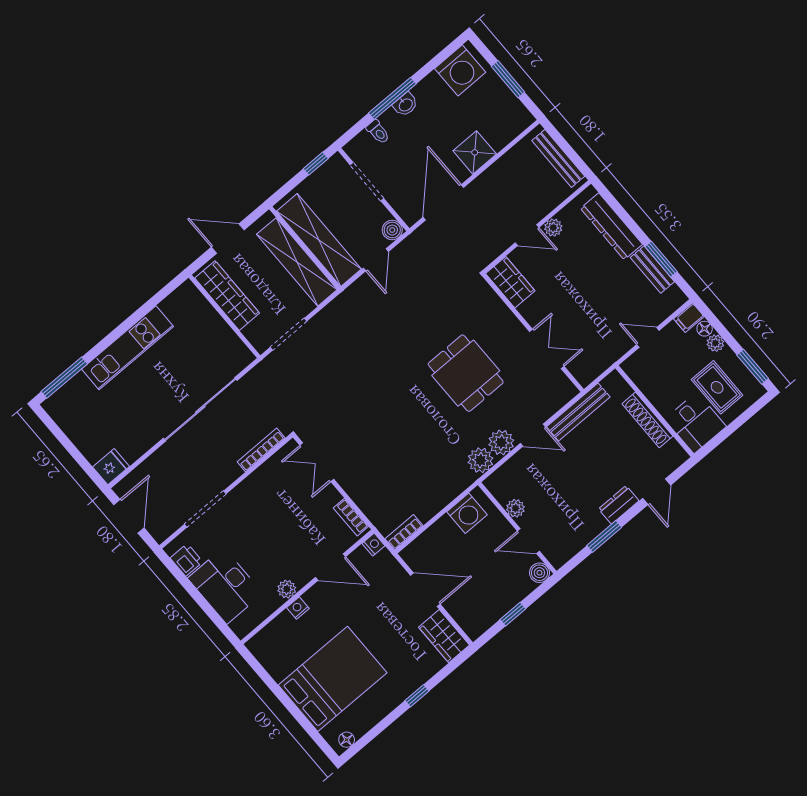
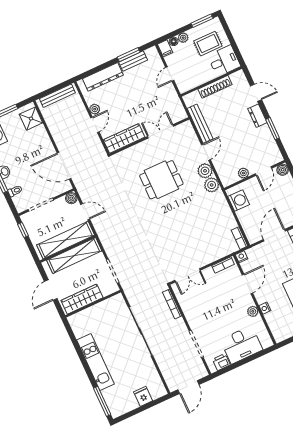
shower: (475, 152) -> (31, 119), moved
wardrobe: (510, 282) -> (124, 138), width x1.50
fridge: (111, 467) -> (143, 396), moved
door: (129, 516) -> (188, 387), swing flipped

